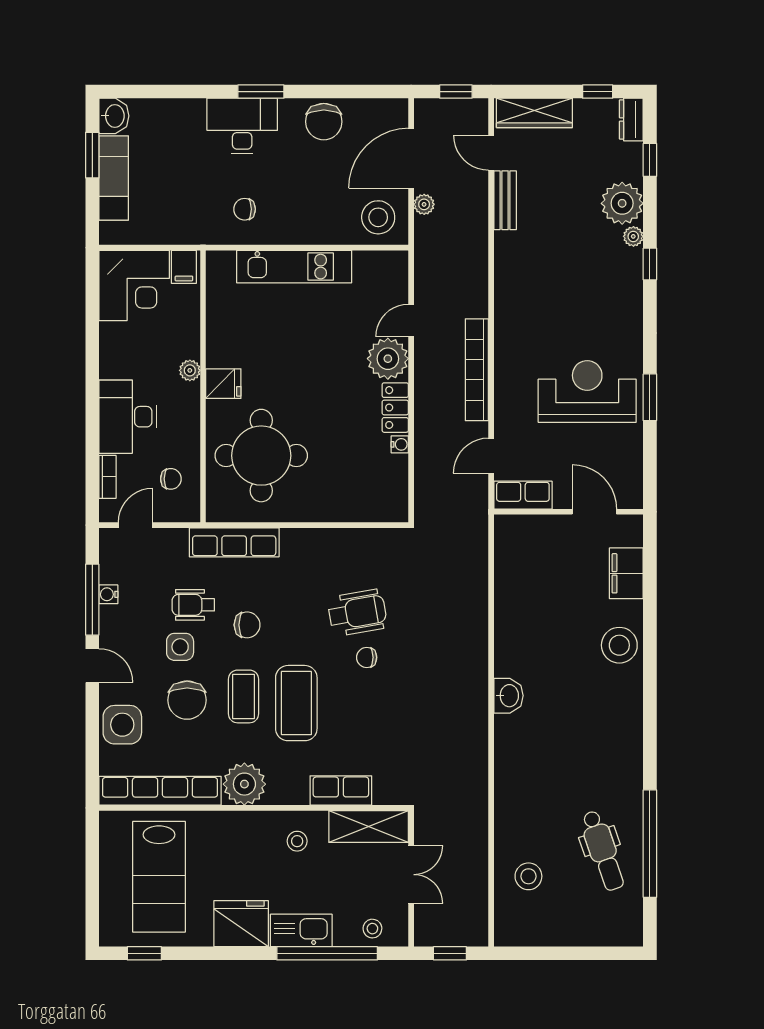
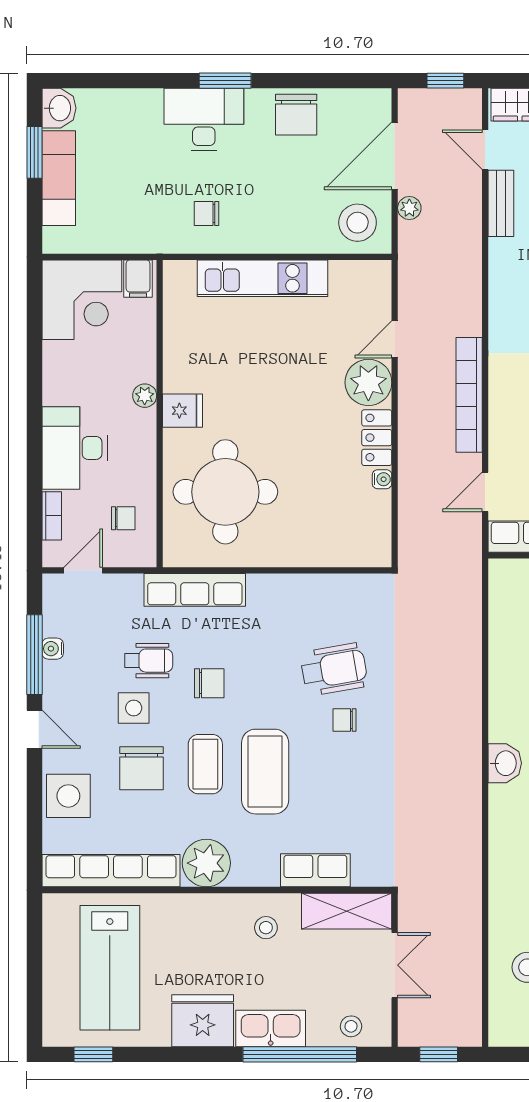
wheelchair: (193, 605) -> (149, 661), turned 180

